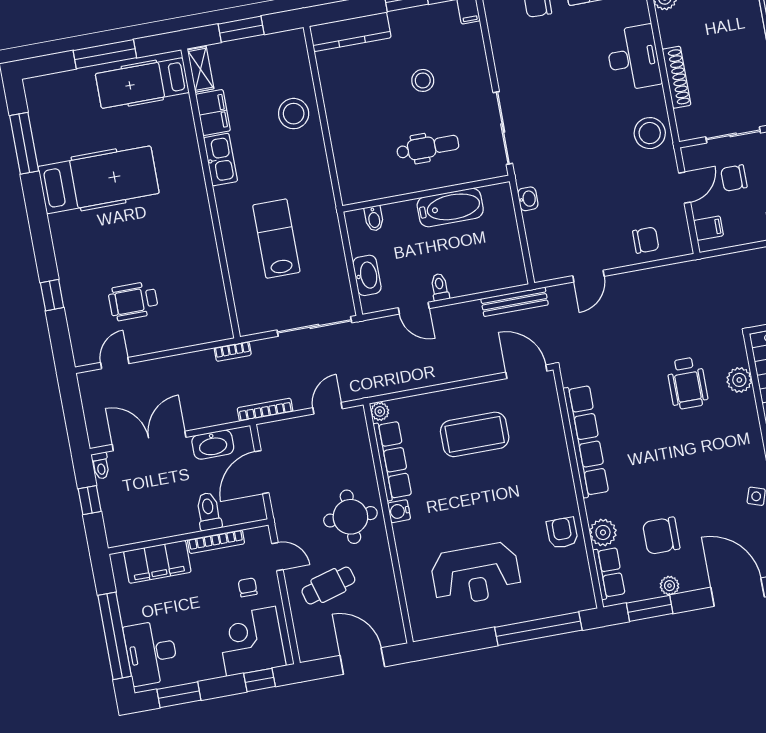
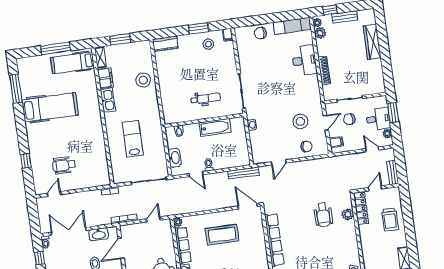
kitchen counter: (350, 32) -> (165, 44), width x0.67
stool: (423, 80) -> (208, 44), moved
stool: (650, 133) -> (300, 121), moved

